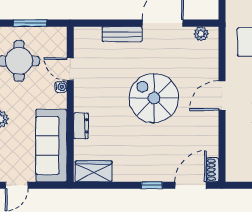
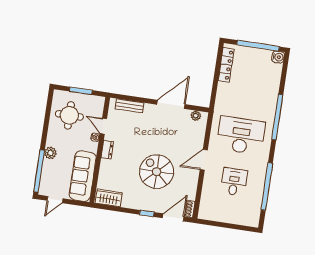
bench: (122, 34) -> (130, 106), moved
spiral stairs: (154, 98) -> (157, 172), moved
dresser: (81, 126) -> (107, 150), moved

